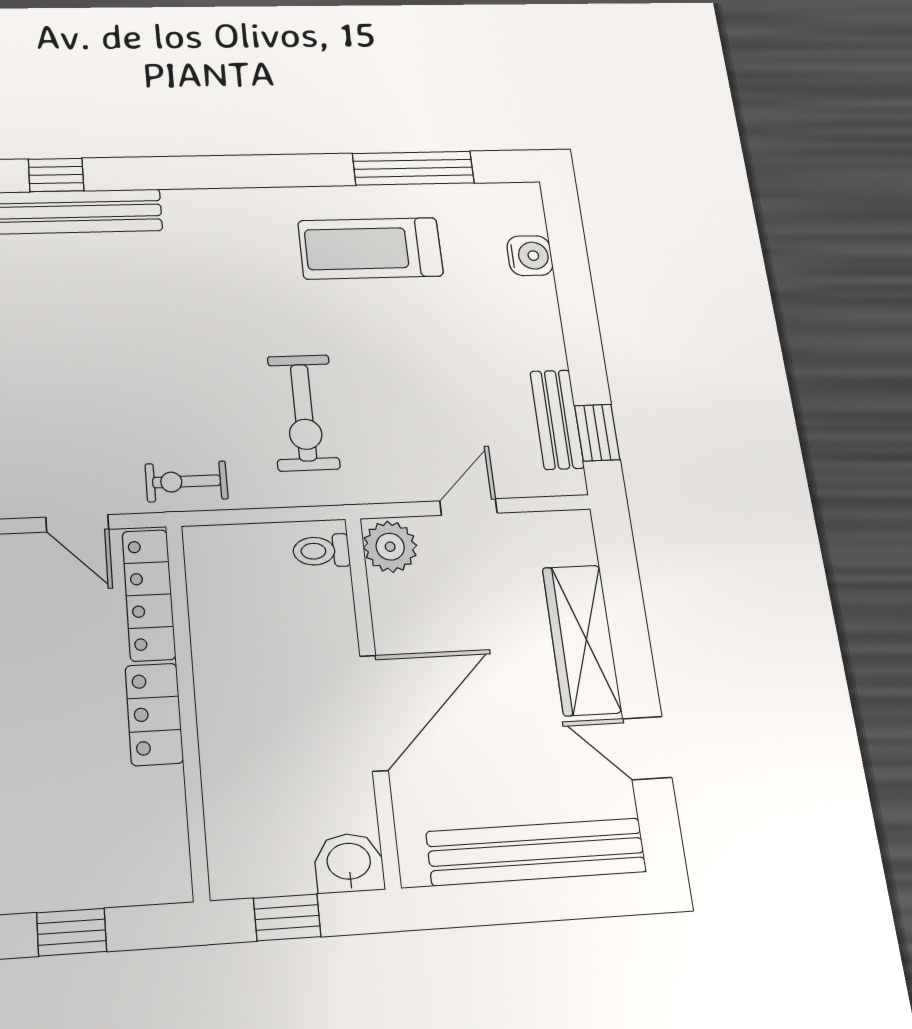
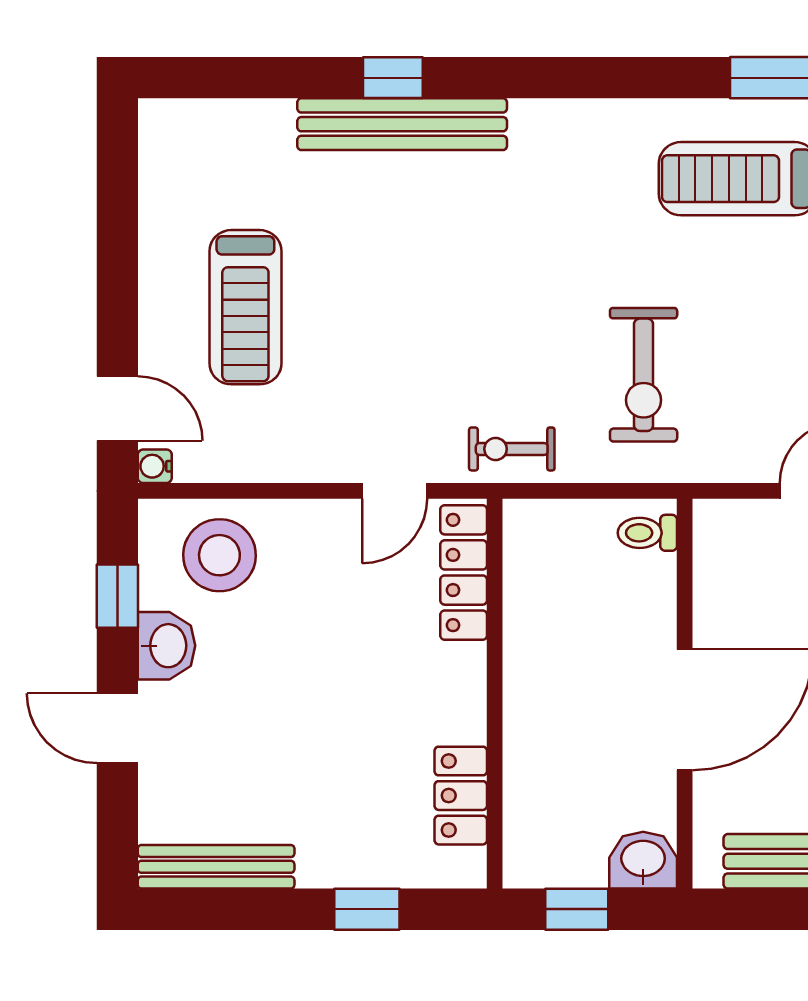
door: (77, 523) -> (395, 491), hinge flipped
plant: (390, 547) -> (721, 532), removed
locker: (154, 714) -> (461, 796), moved

